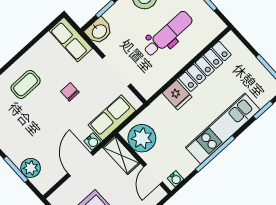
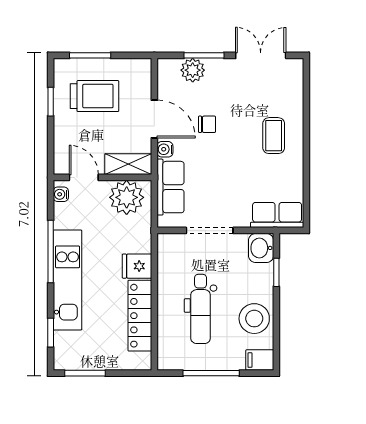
chair: (70, 92) -> (207, 124), moved

